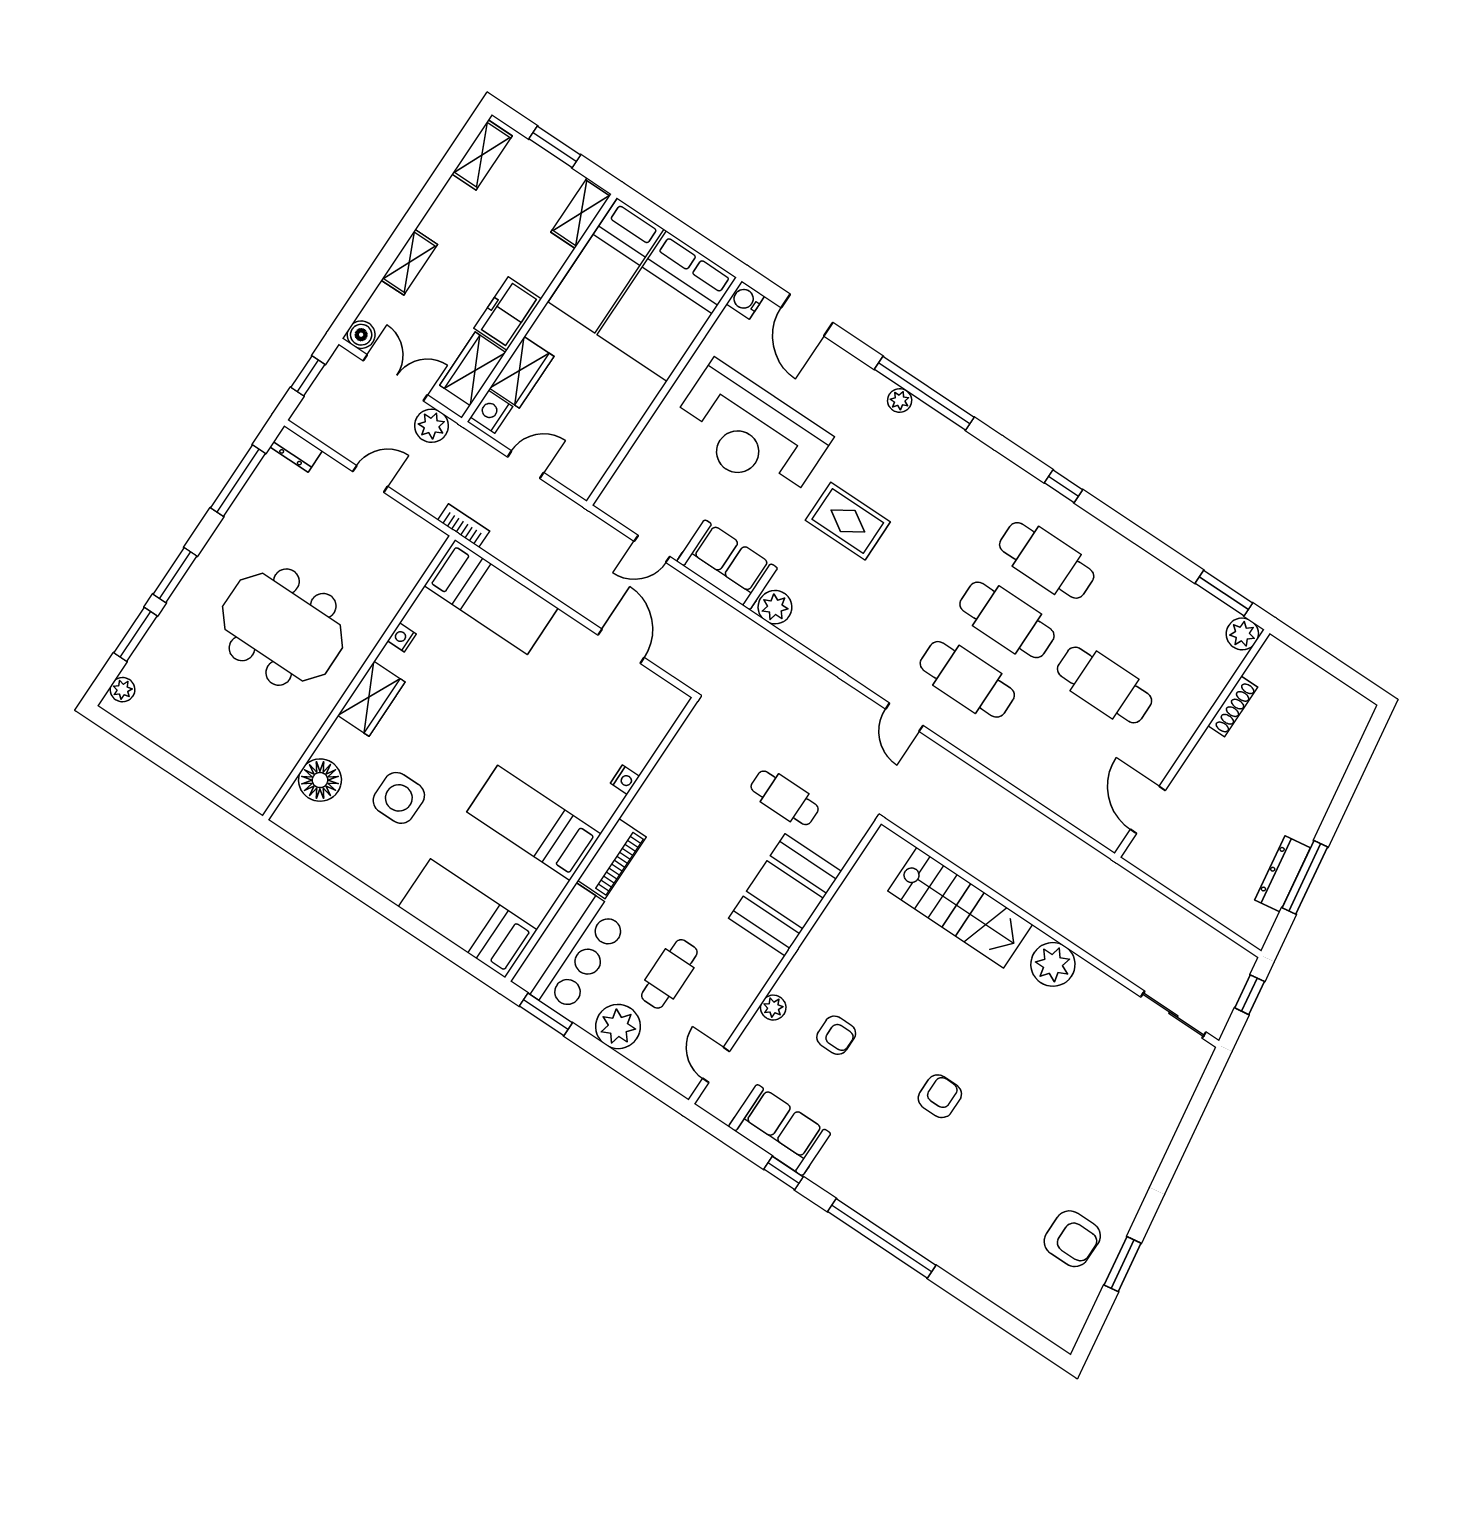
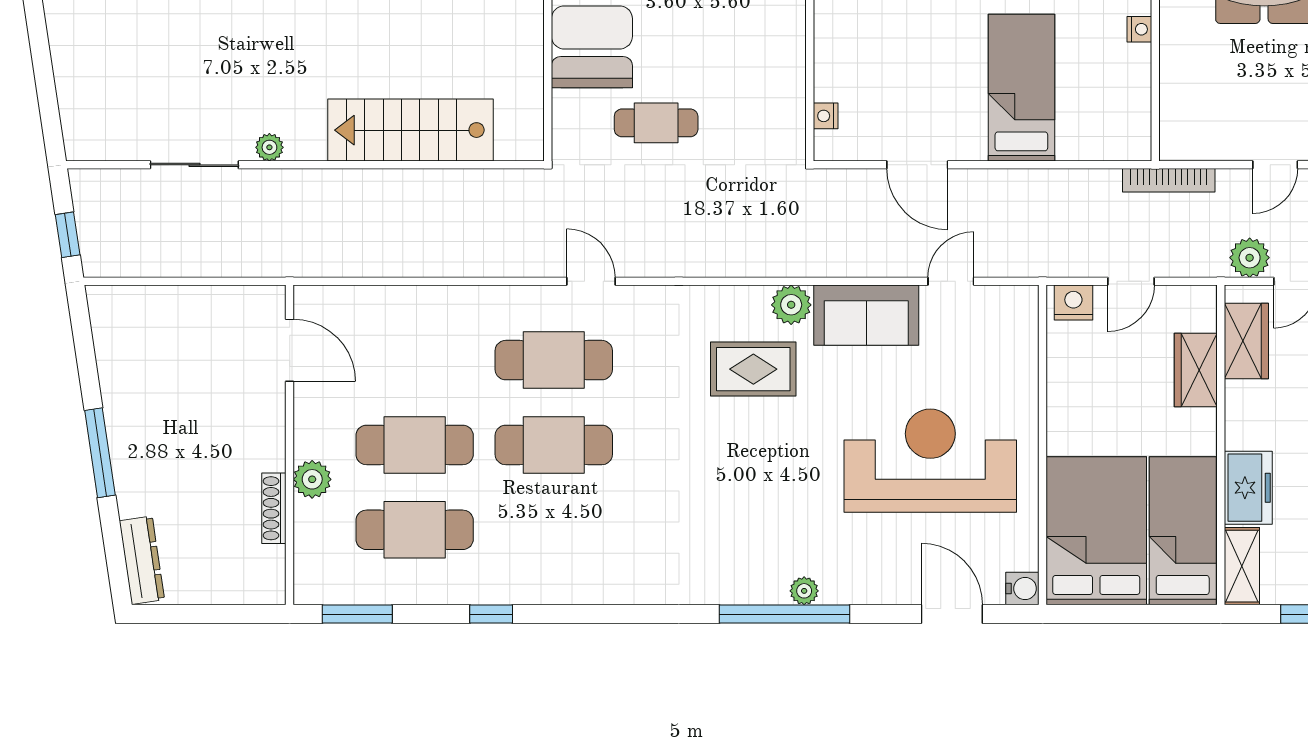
freezer: (508, 314) -> (1248, 488), moved
nightstand: (492, 412) -> (1073, 303), moved, turned -90
window: (1064, 486) -> (491, 614), moved
rug: (848, 521) -> (753, 369), moved
bookcase: (464, 526) -> (1169, 180), width x1.56
cafe table: (1047, 560) -> (415, 530), moved
bed: (491, 597) -> (1021, 88), moved, turned 90
plant: (1242, 634) -> (312, 479), moved
nightstand: (625, 780) -> (826, 116), moved
dresser: (1283, 874) -> (142, 560), moved
window: (1305, 877) -> (100, 453), moved
plant: (1053, 964) -> (269, 147), width x0.53, depth x0.53
sliding door: (1173, 1015) -> (194, 165), moved

